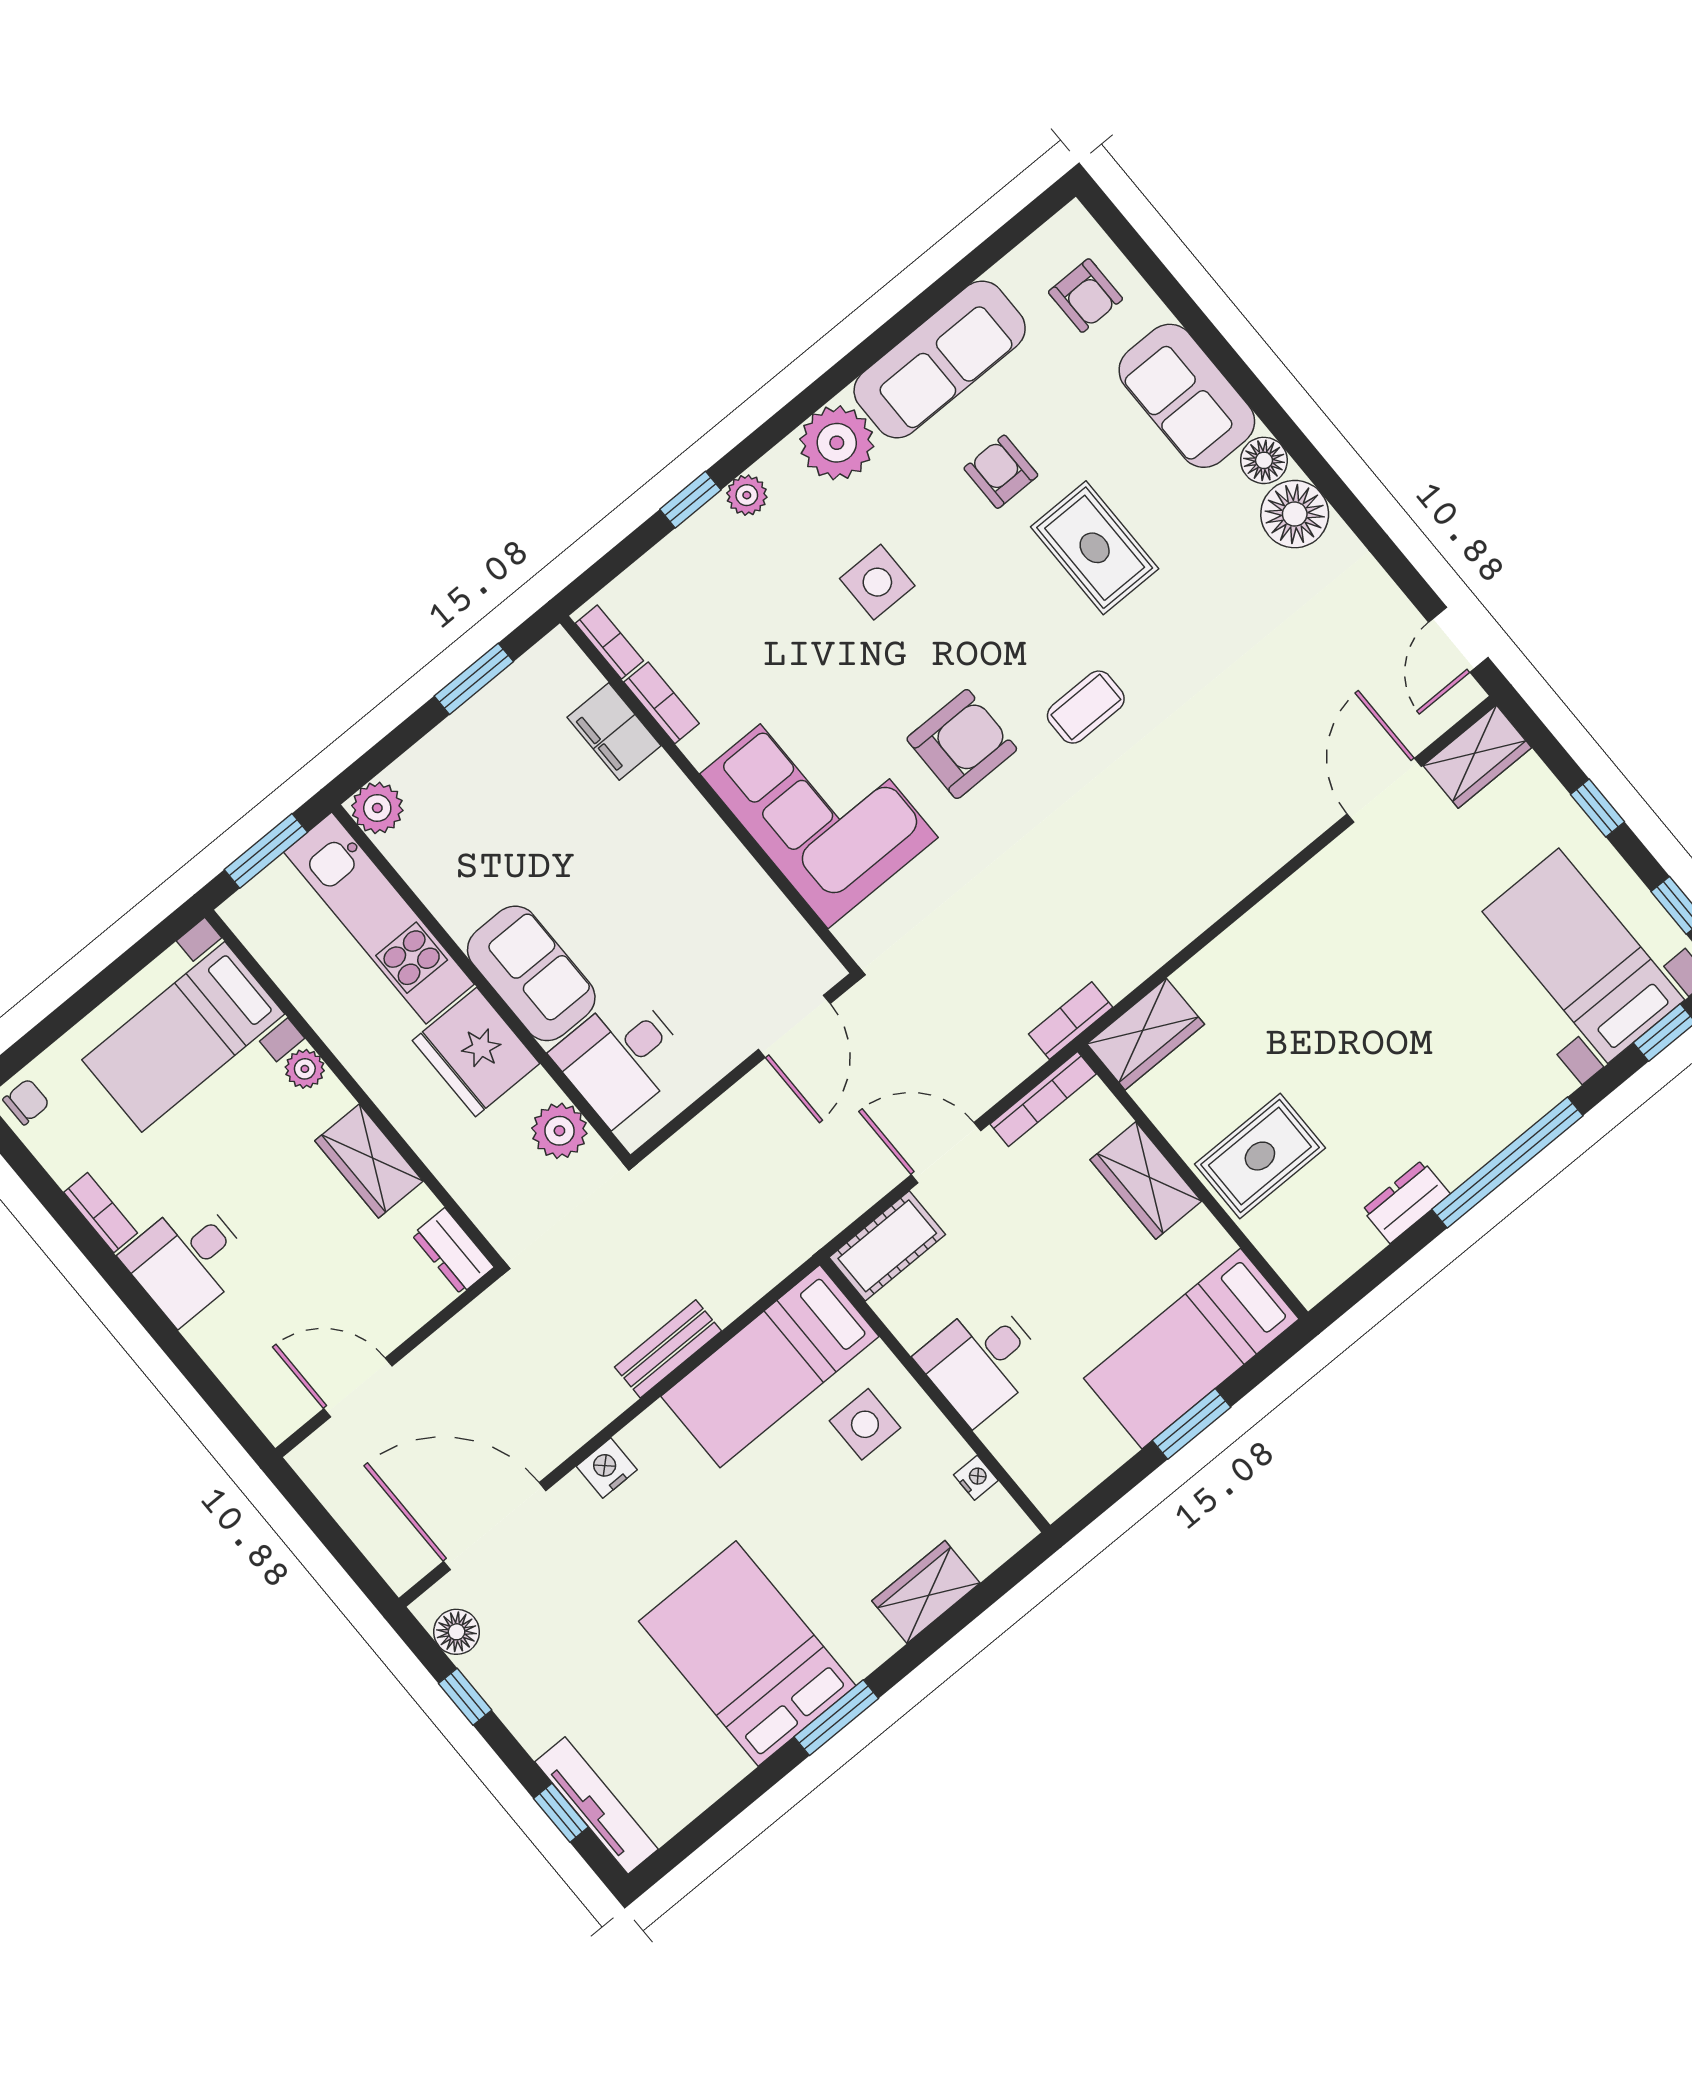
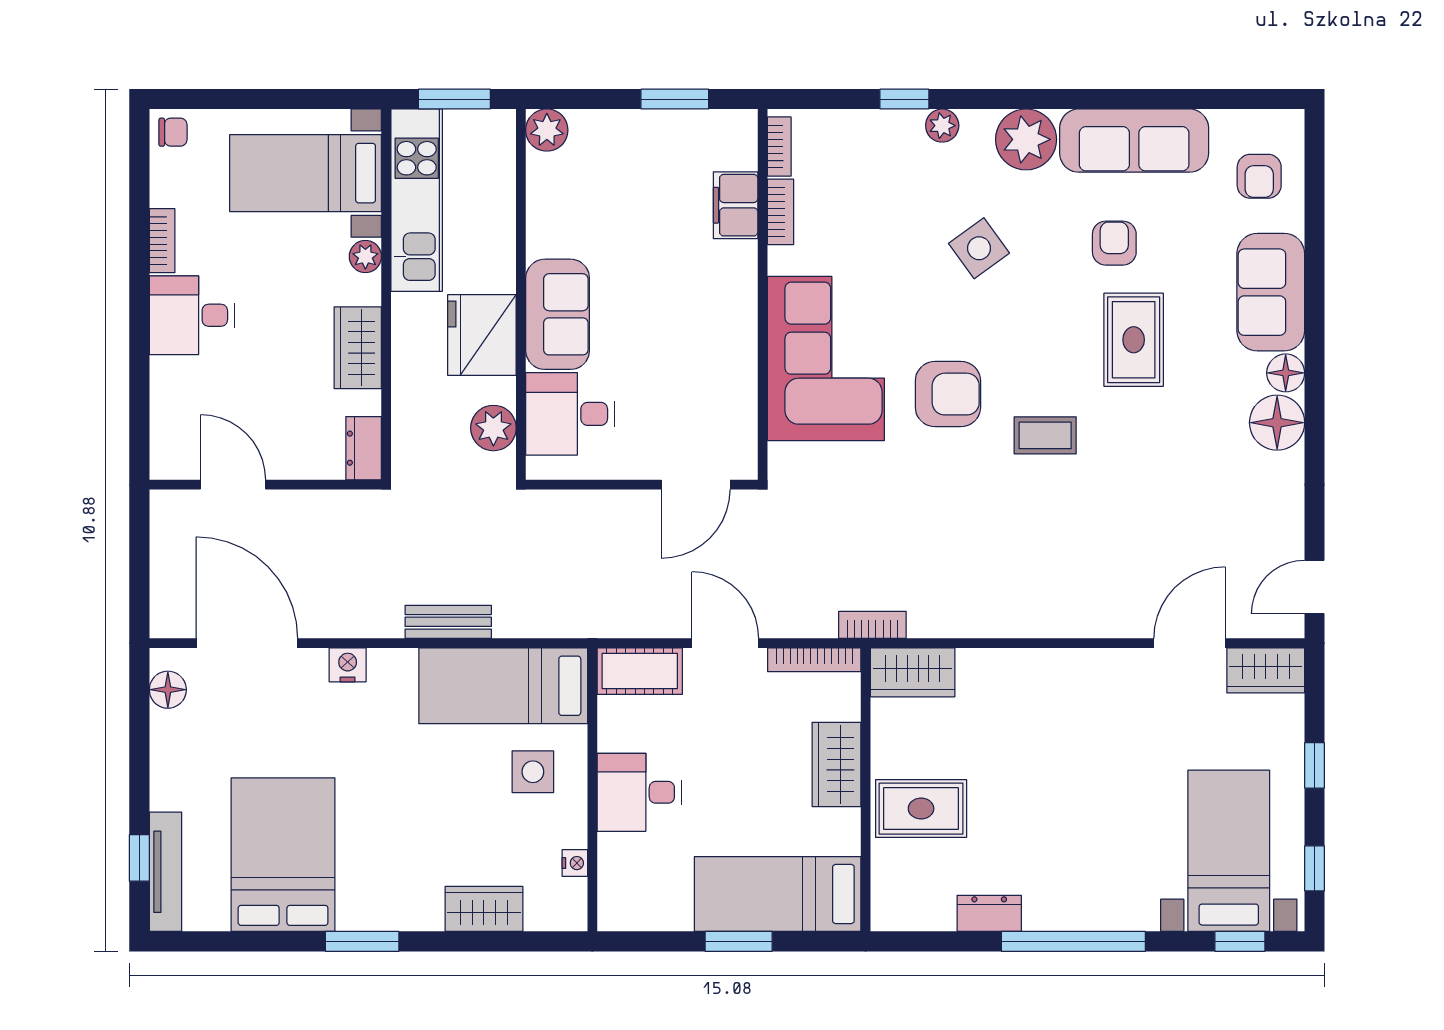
side table: (877, 582) -> (979, 248), turned -36
kitchen unit: (379, 918) -> (417, 200), moved, turned 180
bed: (747, 1654) -> (283, 855), moved
window: (465, 1697) -> (139, 735), removed

